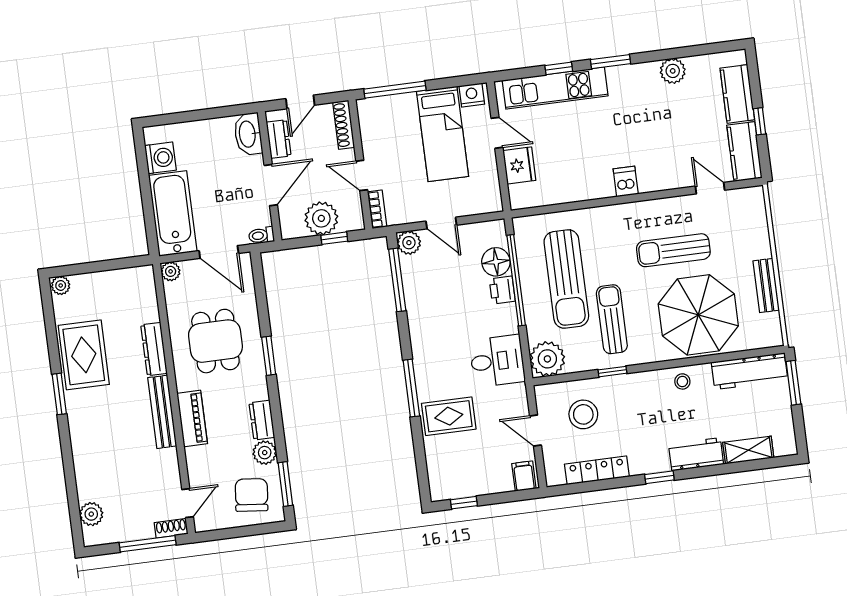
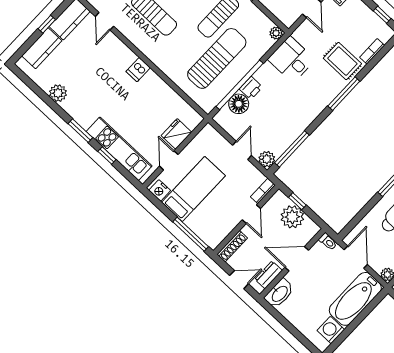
plant: (547, 359) -> (276, 33), width x0.53, depth x0.53
bookcase: (433, 458) -> (372, 51), added

